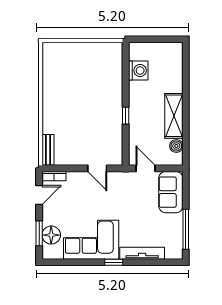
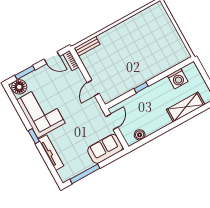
shelving: (174, 116) -> (186, 107), moved
floor lamp: (51, 235) -> (19, 87), moved

